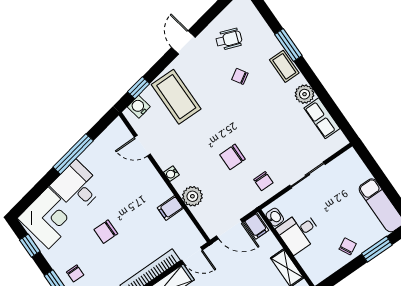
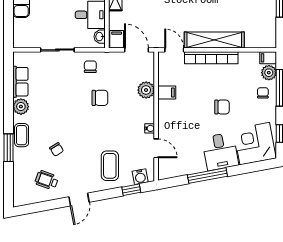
coffee table: (176, 97) -> (110, 166), width x0.73, depth x0.76
water cooler: (171, 174) -> (150, 128), moved

